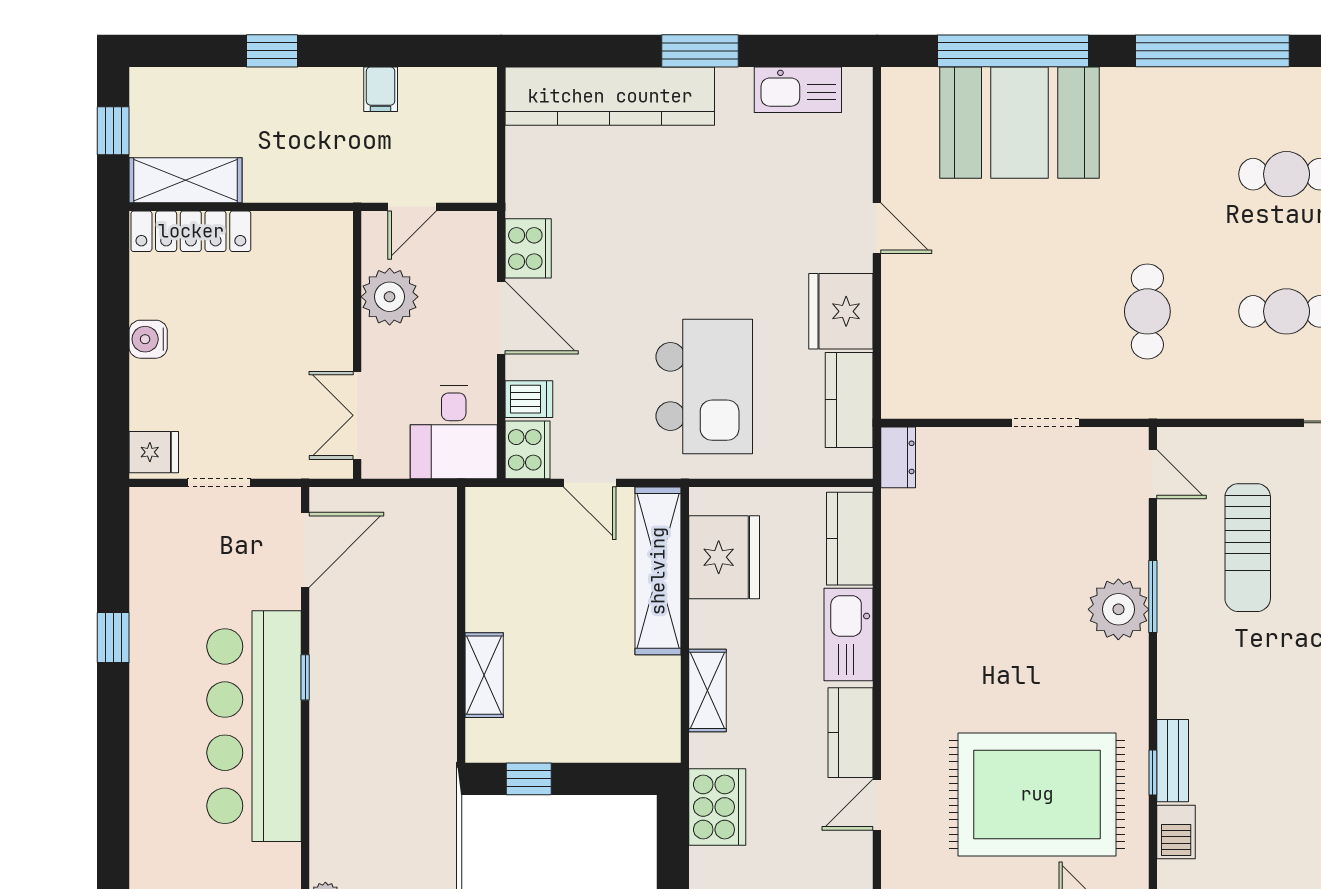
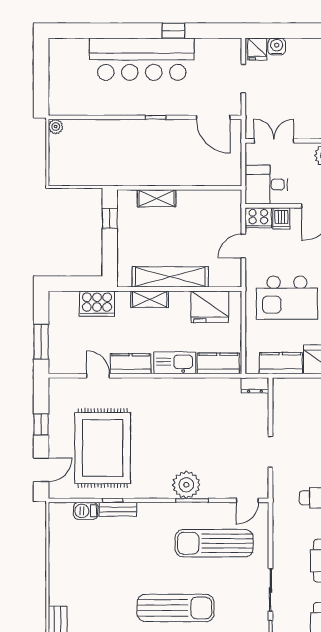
water cooler: (148, 339) -> (277, 47), moved
sun lounger: (1248, 548) -> (214, 543), width x1.36, depth x1.34
shelving: (658, 571) -> (170, 277), moved
bar counter: (254, 726) -> (142, 59), moved, turned 180

